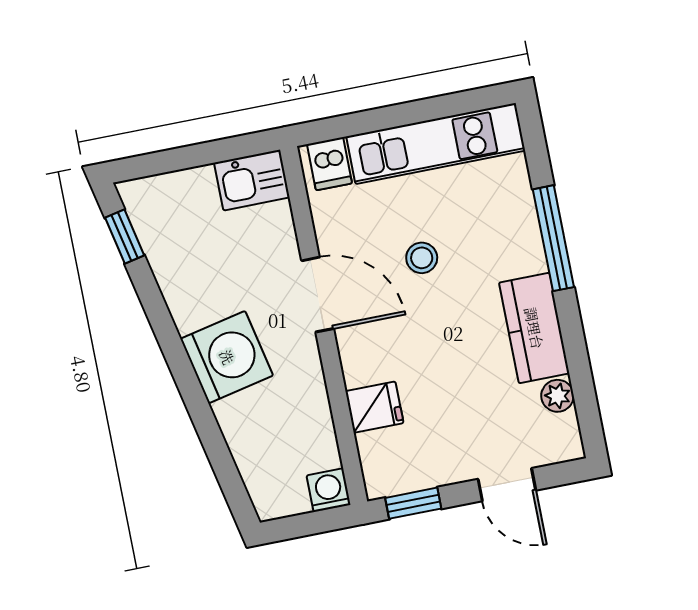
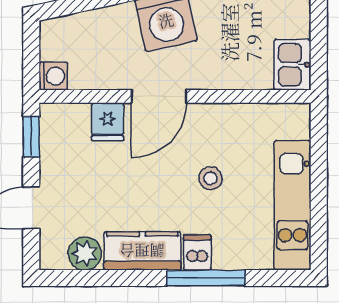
dishwasher: (329, 164) -> (197, 252), moved, turned 90
door: (318, 295) -> (159, 96), moved
plant: (557, 396) -> (85, 254), width x1.38, depth x1.38

